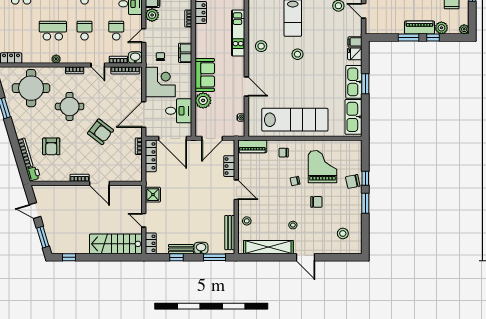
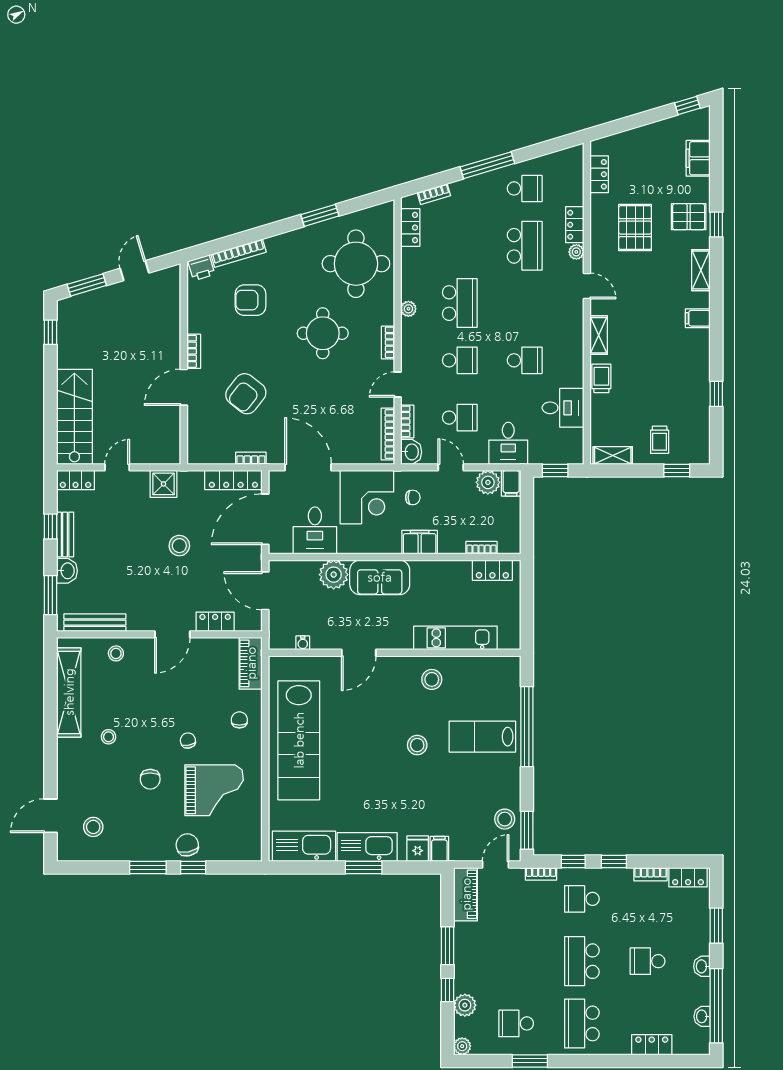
piano: (420, 27) -> (466, 894), moved
armchair: (100, 132) -> (246, 394), moved
stool: (187, 186) -> (179, 546), added
door: (306, 257) -> (50, 816), moved

